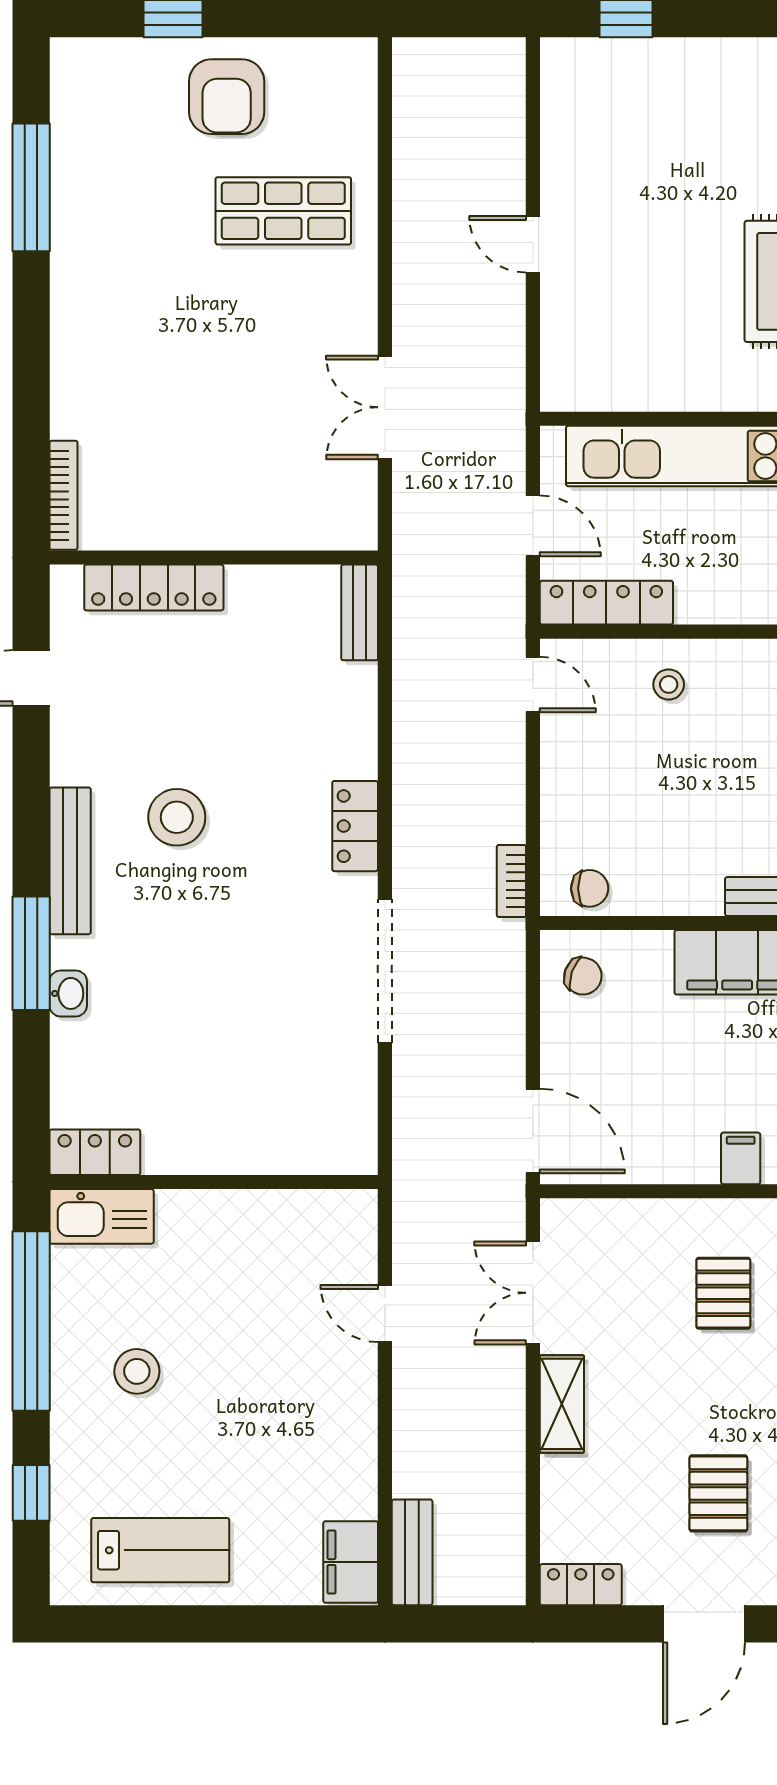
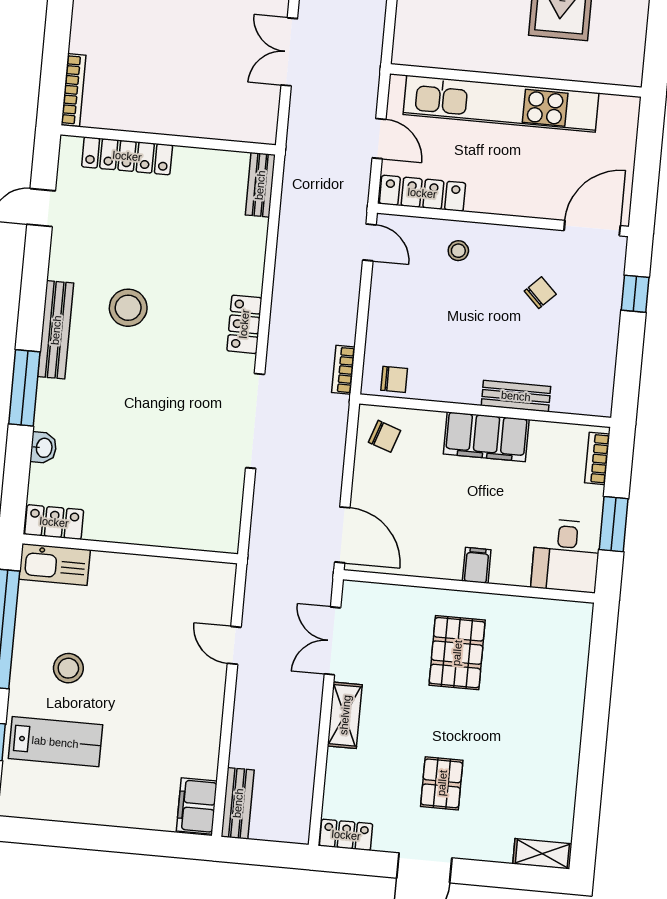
washbasin: (68, 993) -> (43, 448), moved
pallet: (723, 1293) -> (457, 653), width x1.50, depth x1.42
lab bench: (160, 1550) -> (55, 742), moved

